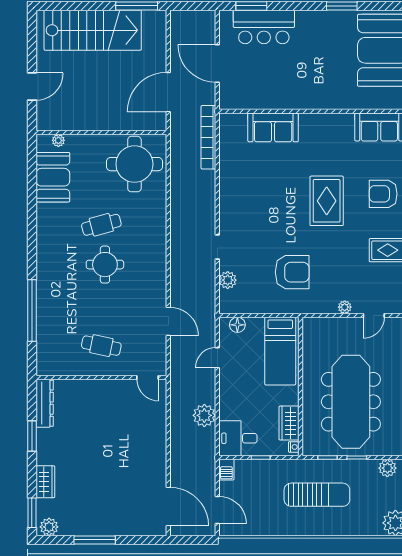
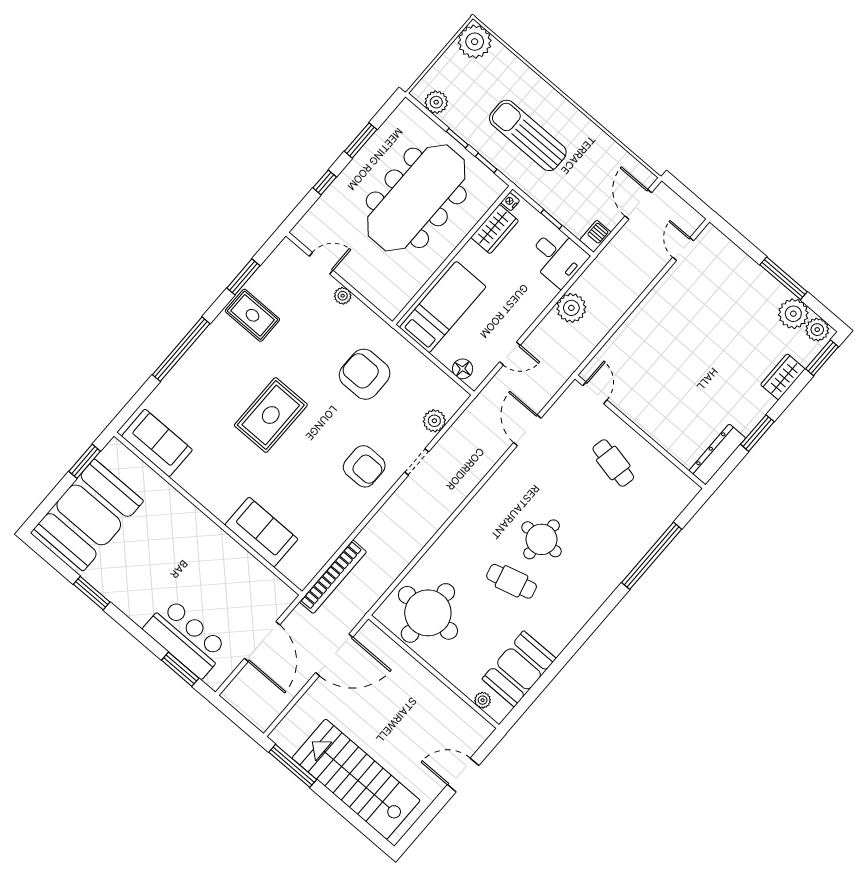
armchair: (383, 194) -> (364, 466), moved
door: (168, 506) -> (683, 249), width x0.53
plant: (71, 524) -> (793, 314), added

